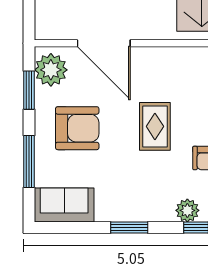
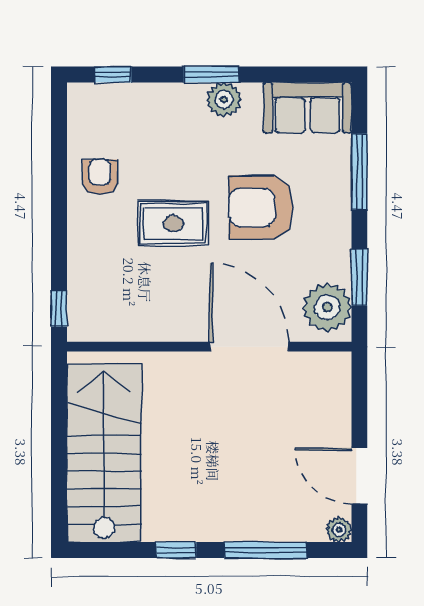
rug: (155, 126) -> (173, 224), turned 90
armchair: (77, 128) -> (261, 207), moved
plant: (187, 210) -> (224, 100), moved

